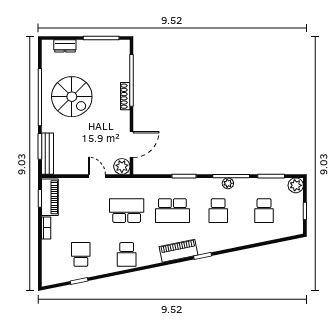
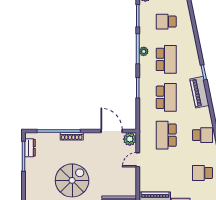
dresser: (65, 46) -> (30, 148), moved
school desk: (218, 211) -> (166, 59), width x1.85
school desk: (264, 211) -> (166, 22), turned 180

